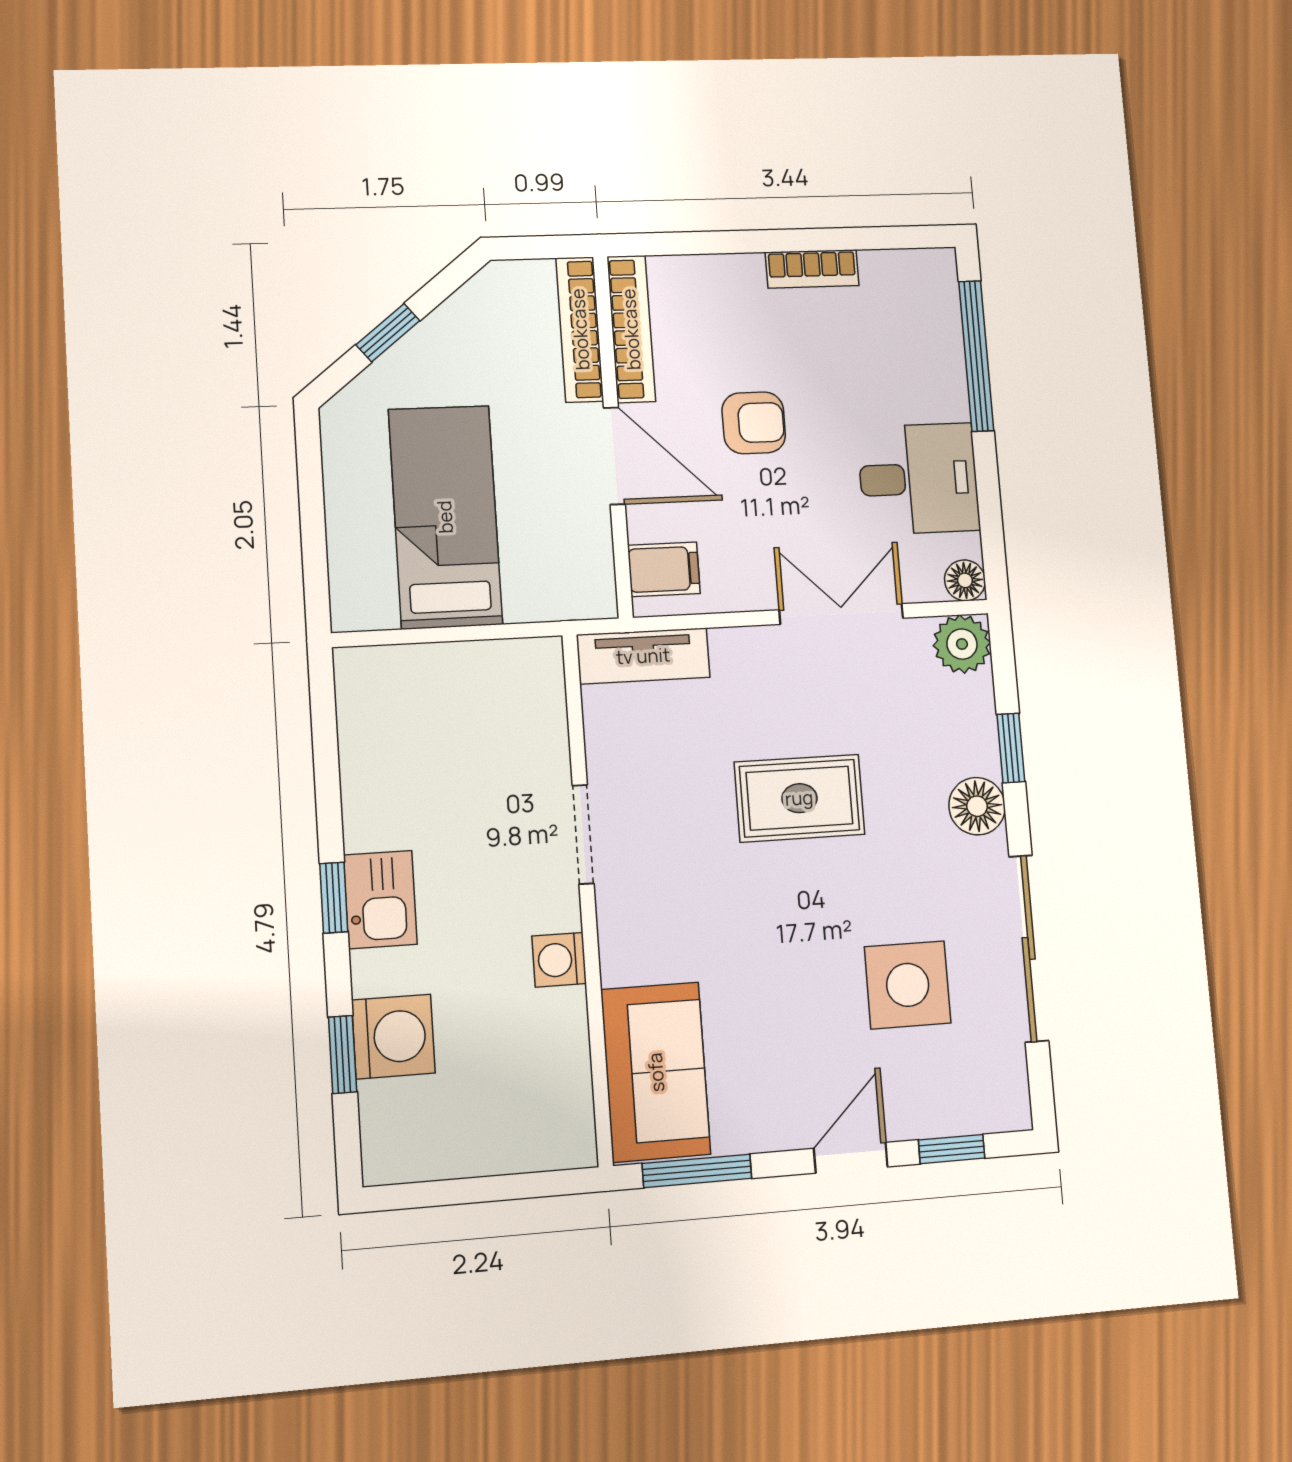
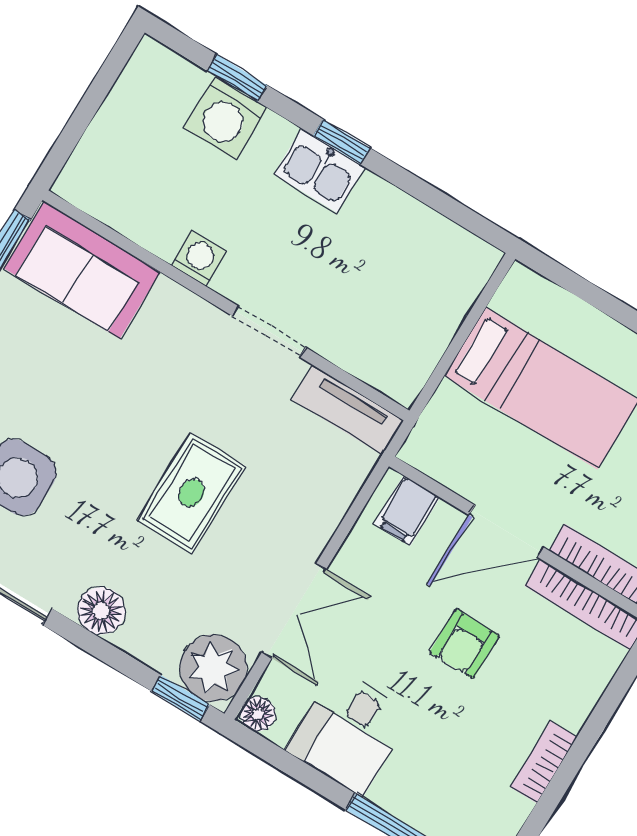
plant: (962, 644) -> (213, 668), width x1.36, depth x1.36
tv unit: (643, 656) -> (348, 410), moved, turned -90
window: (1011, 748) -> (180, 698), moved

